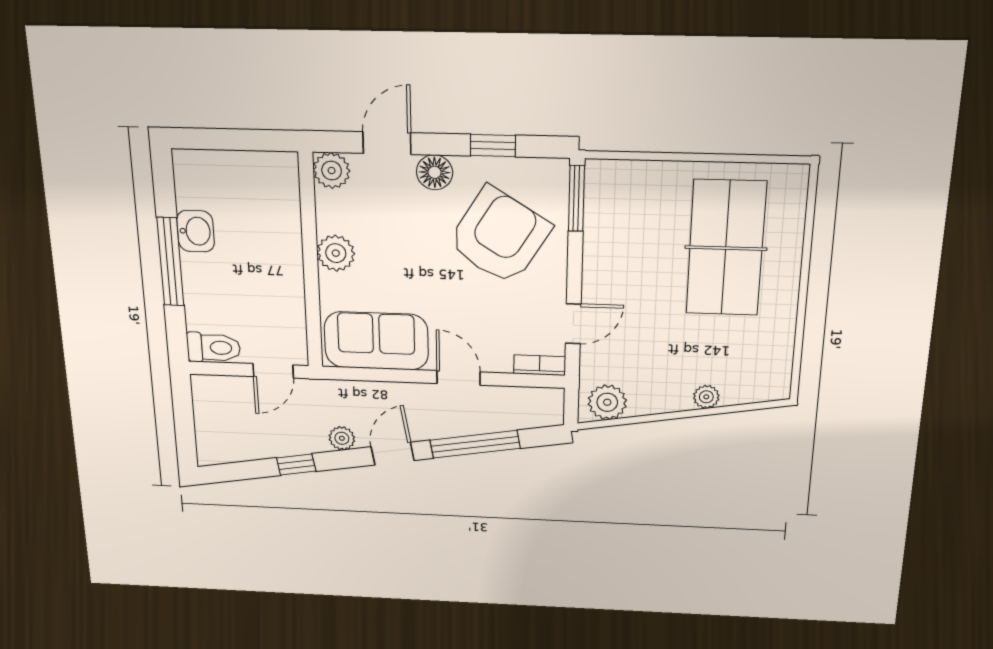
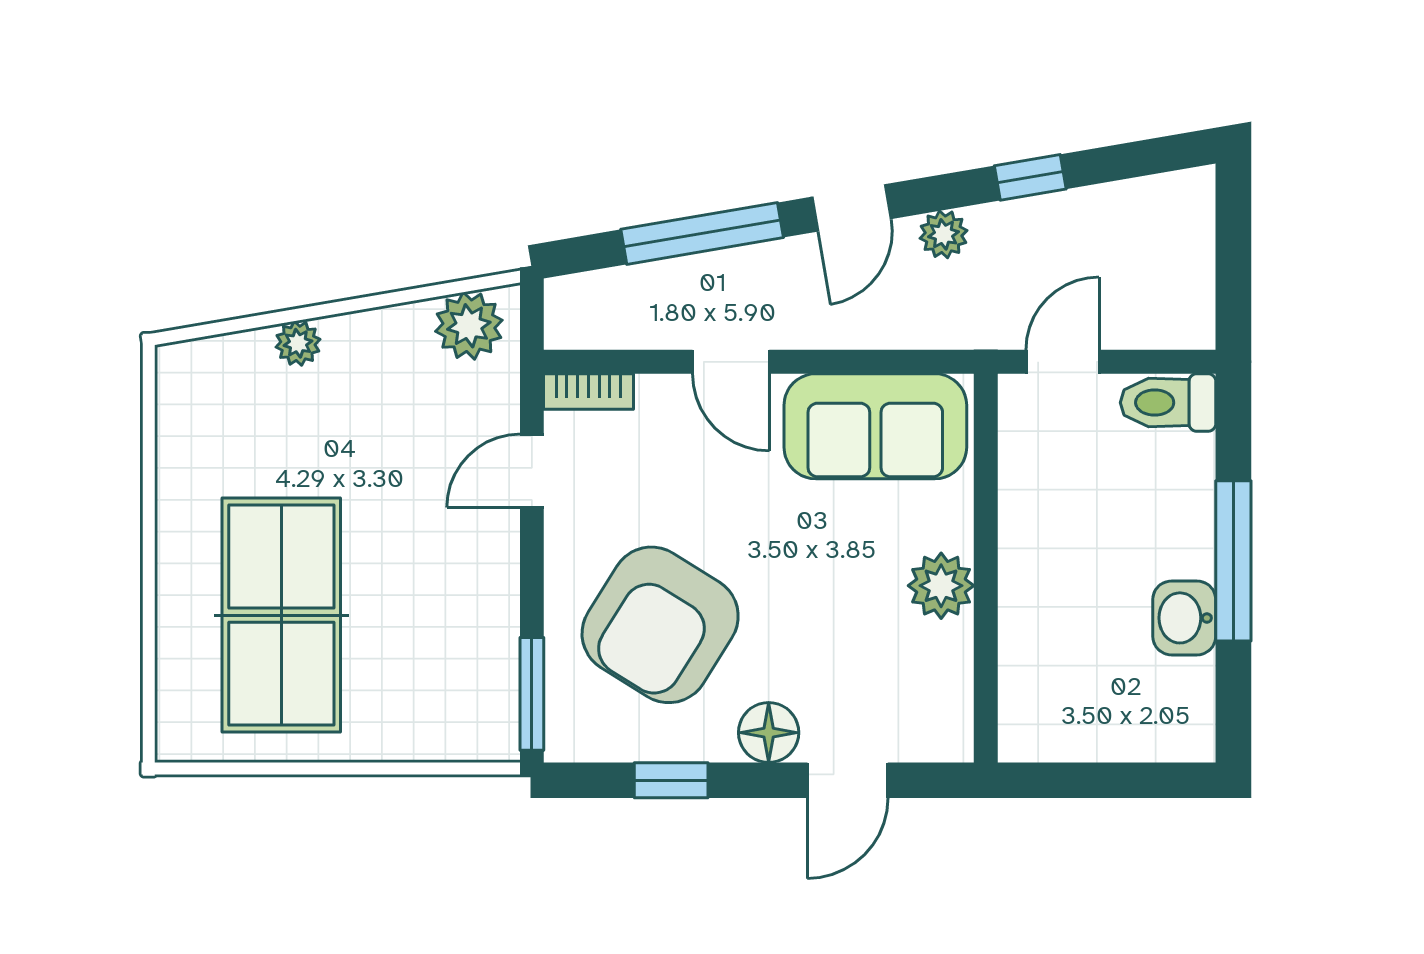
plant: (332, 171) -> (943, 731), removed

